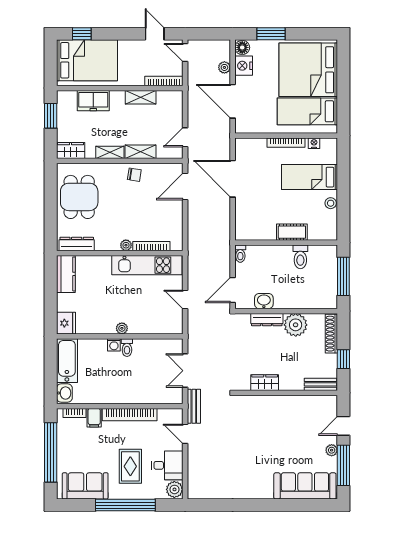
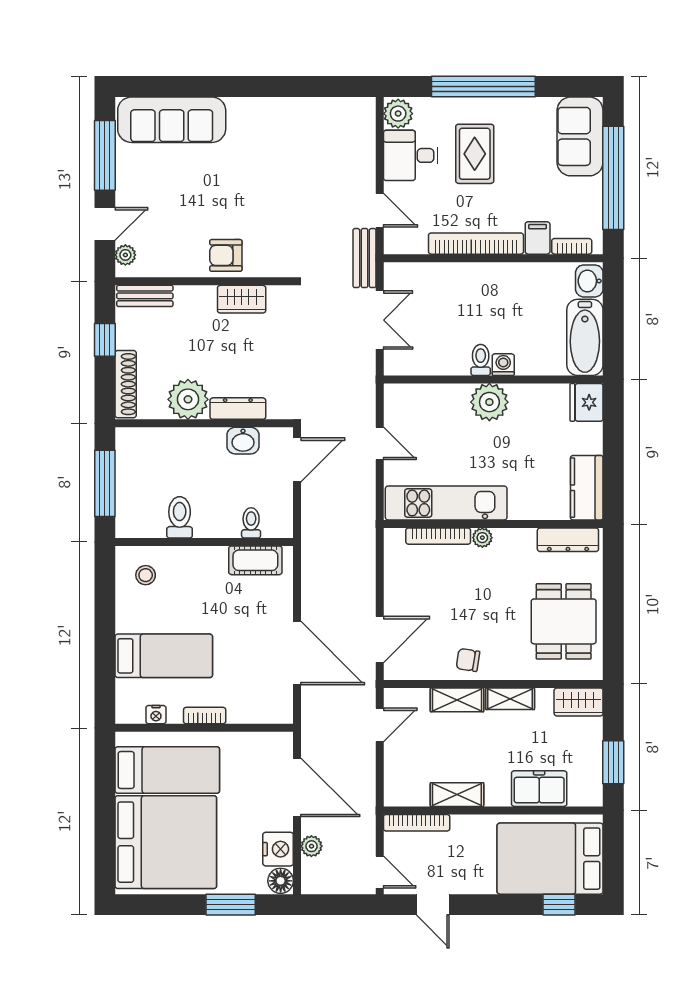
bookcase: (286, 143) -> (205, 716), width x0.64
stool: (331, 203) -> (146, 575), moved
cot: (292, 232) -> (255, 560), moved
toilet: (240, 254) -> (251, 523), moved
plant: (122, 328) -> (489, 402), width x1.88, depth x1.88
armchair: (274, 408) -> (226, 255), added
plant: (332, 450) -> (125, 255), moved
sofa: (85, 486) -> (580, 136), moved, turned 90

